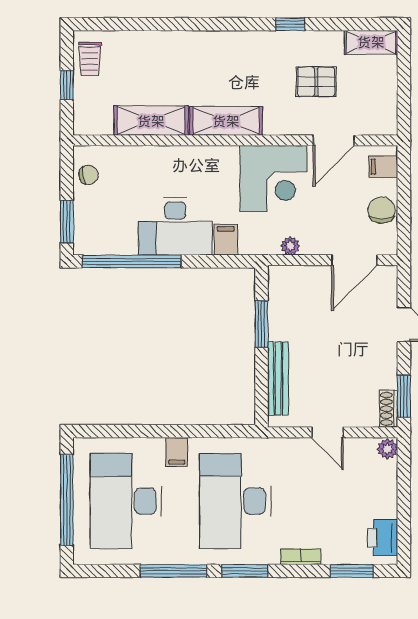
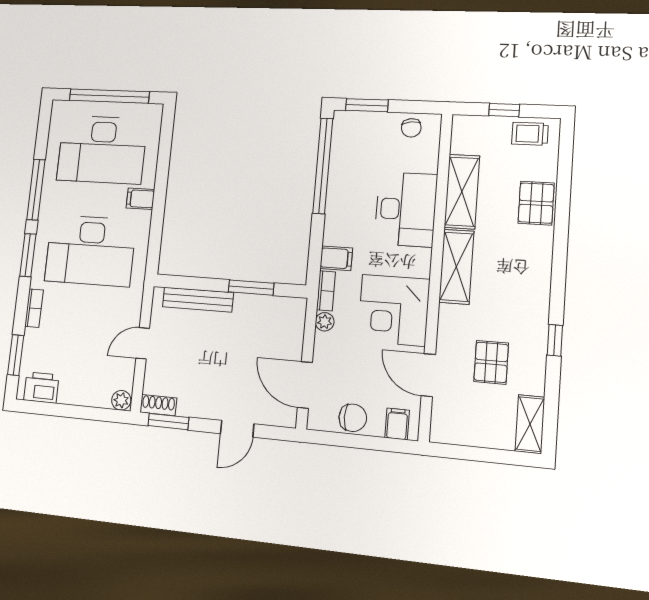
pallet: (159, 49) -> (536, 203), added
desk: (175, 226) -> (406, 209), moved, turned 180
bookcase: (259, 247) -> (326, 291), added
desk: (126, 501) -> (102, 150), turned 180
desk: (235, 501) -> (90, 251), turned 180

